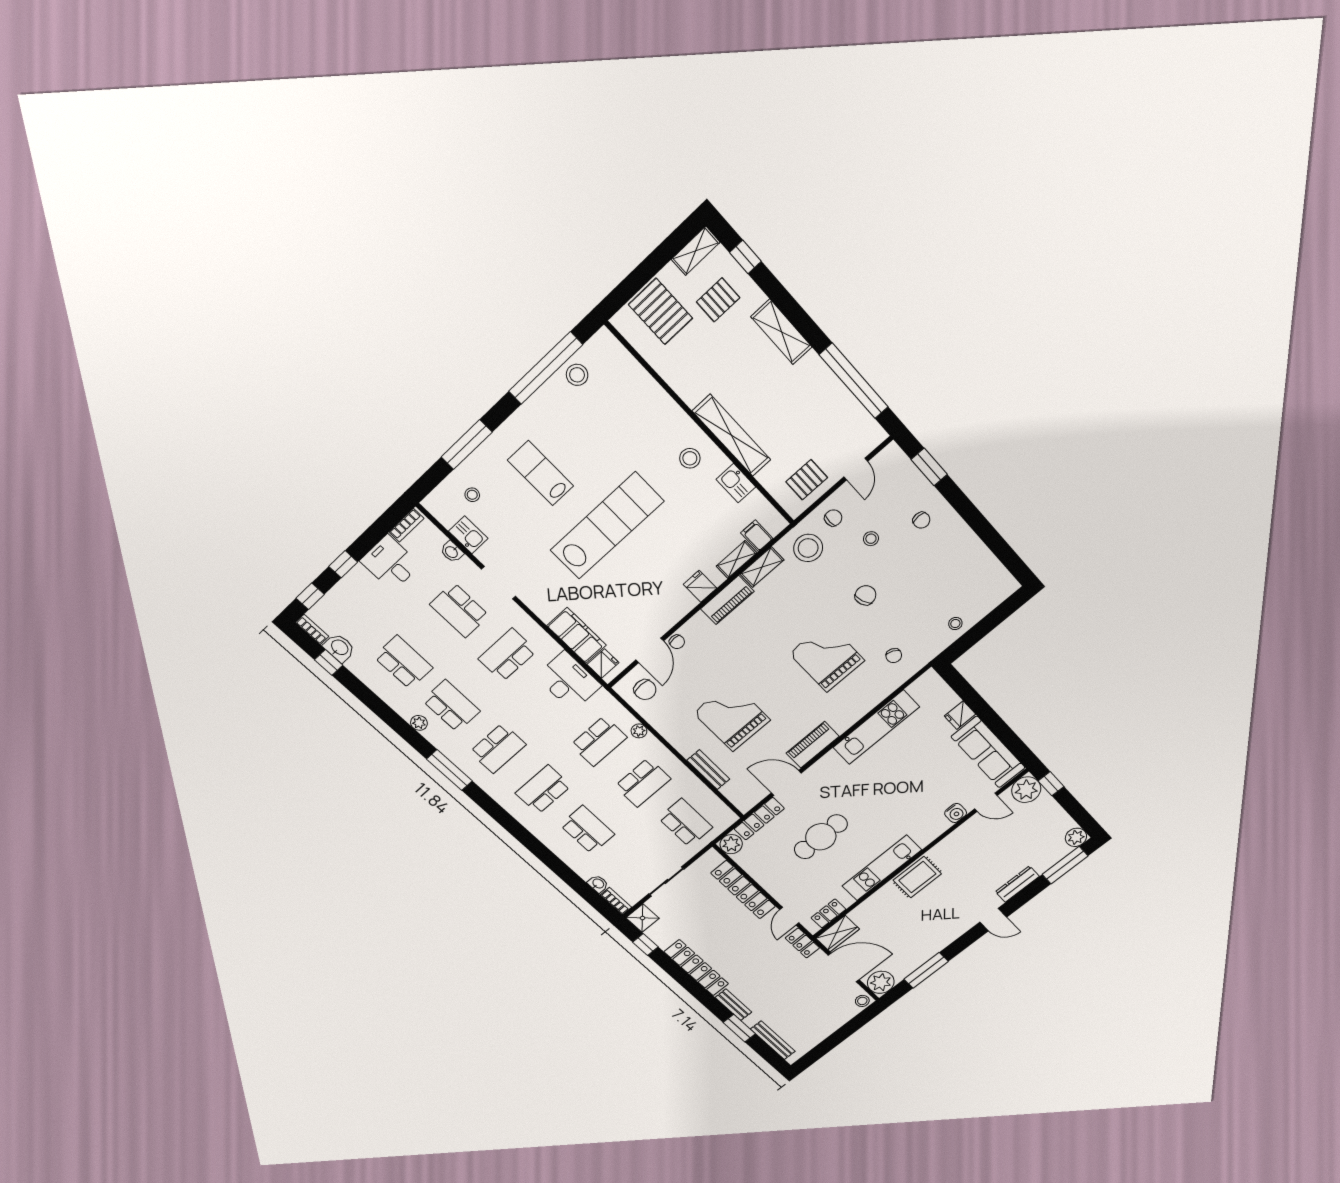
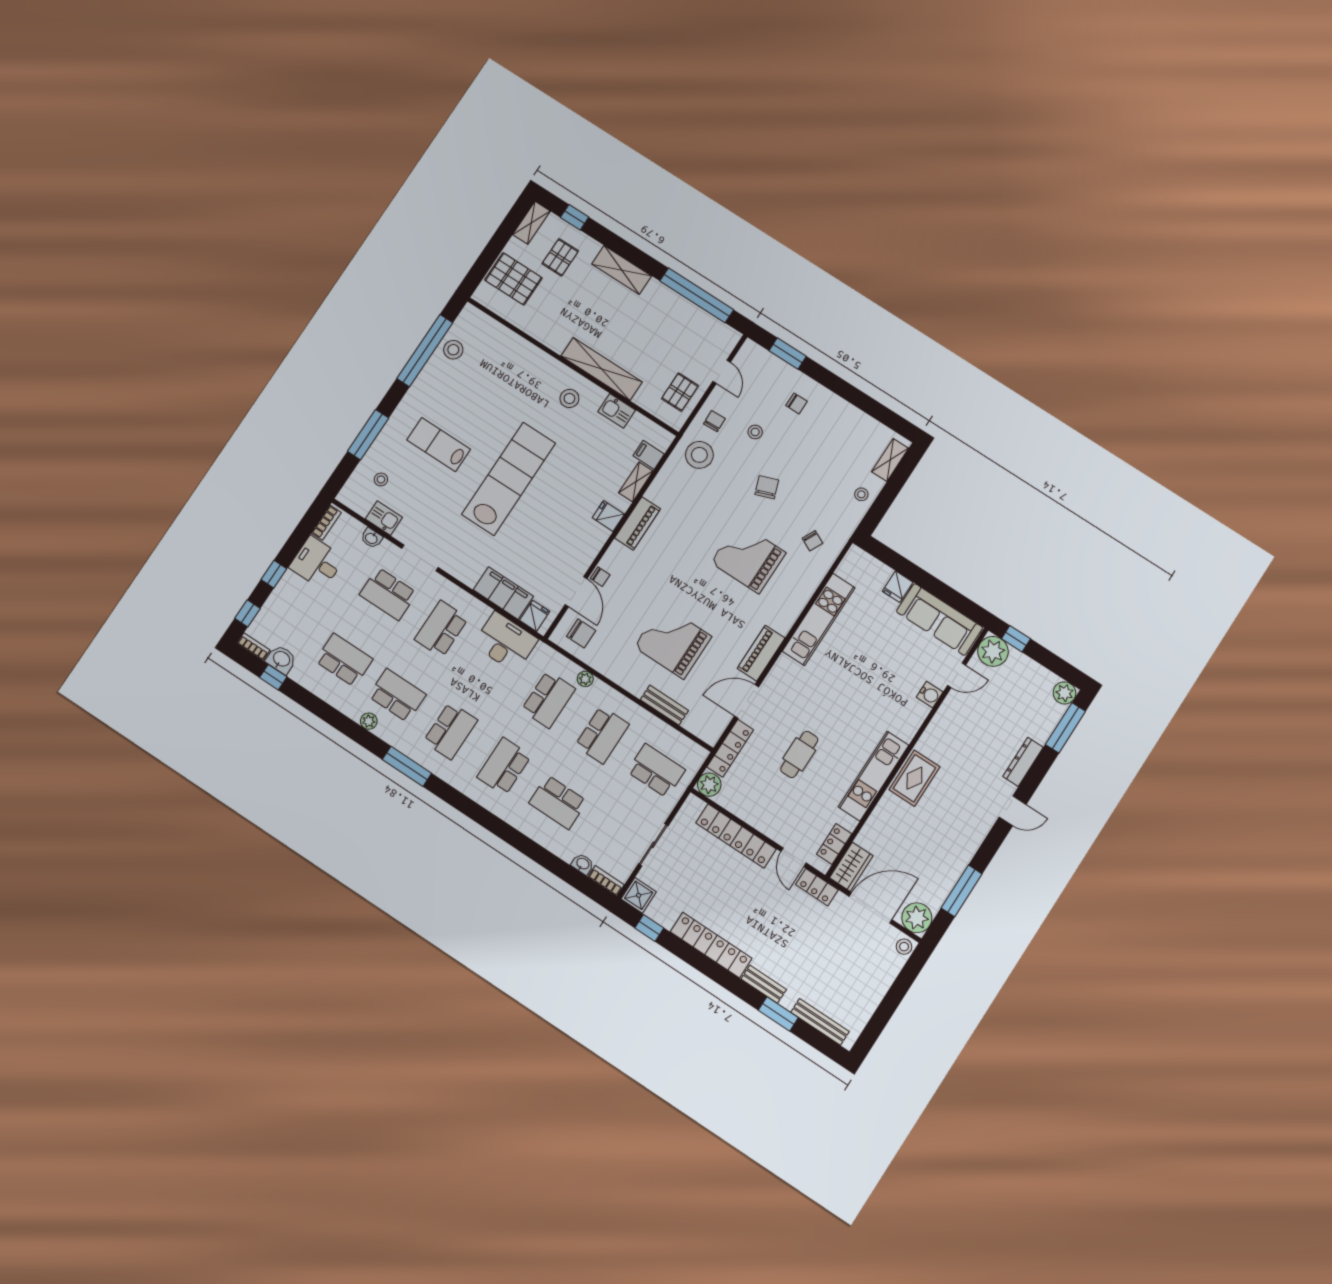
shelving: (762, 567) -> (890, 460), moved
school desk: (587, 830) -> (558, 802), turned 180
cafe table: (821, 837) -> (799, 754), width x0.73, depth x0.74

